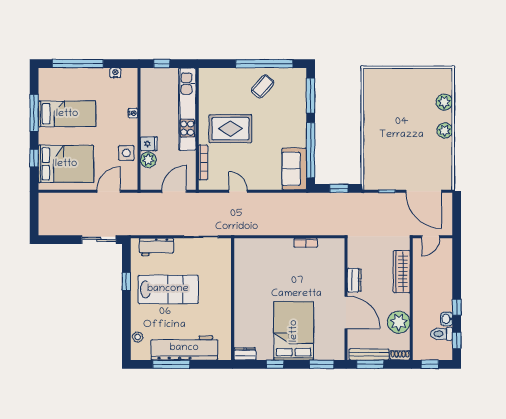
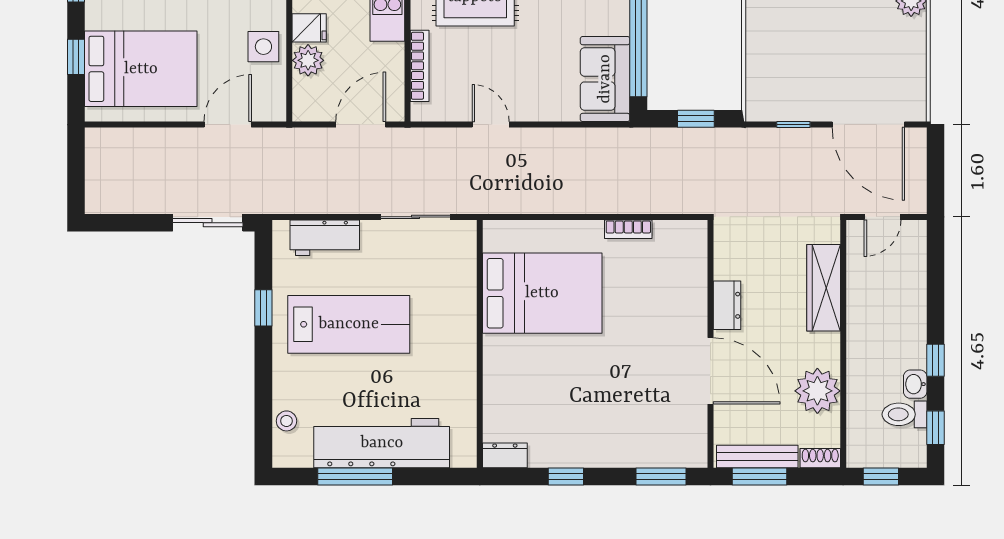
bed: (294, 331) -> (542, 293), moved, turned 90

